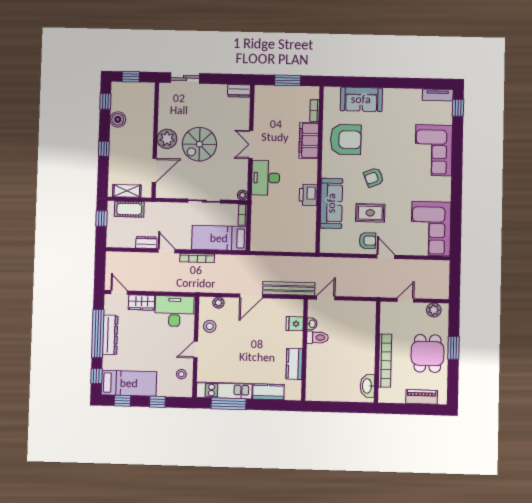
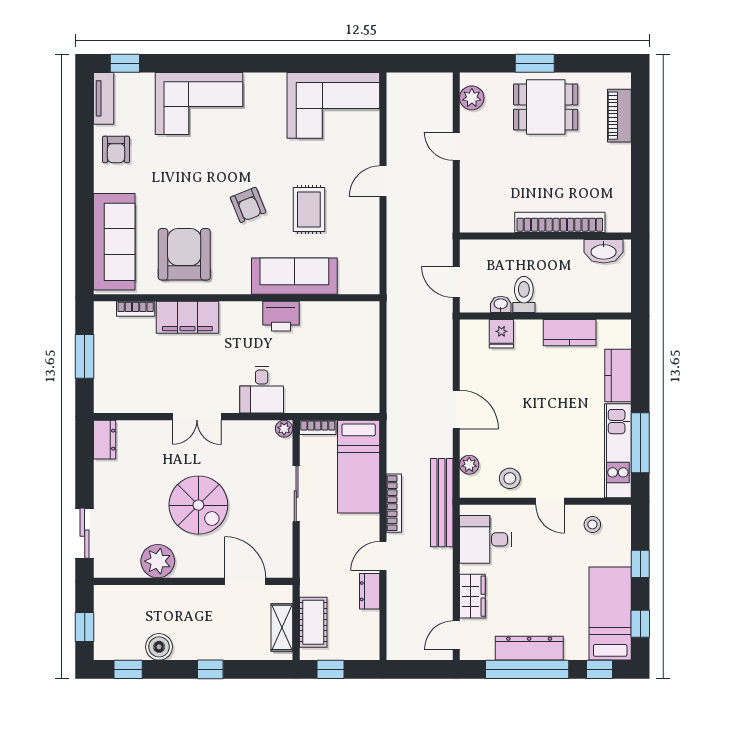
sofa: (361, 99) -> (114, 242), width x1.36
plant: (167, 139) -> (158, 561), moved
desk: (266, 178) -> (262, 390), width x0.73
armchair: (368, 241) -> (116, 149), moved, turned 180
bench: (289, 288) -> (442, 503), moved
desk: (174, 311) -> (486, 539), width x0.73
wall: (377, 352) -> (545, 236), moved
bookcase: (385, 361) -> (560, 222), moved
washbasin: (367, 386) -> (604, 251), moved

